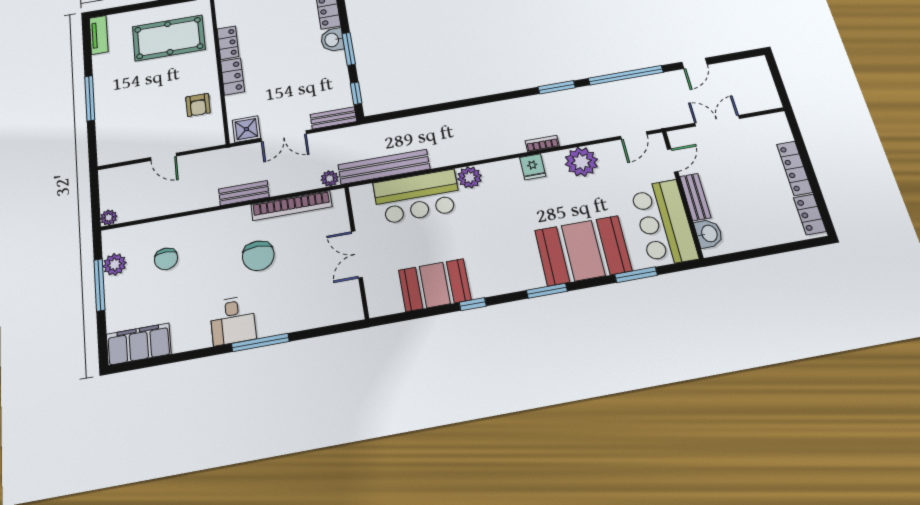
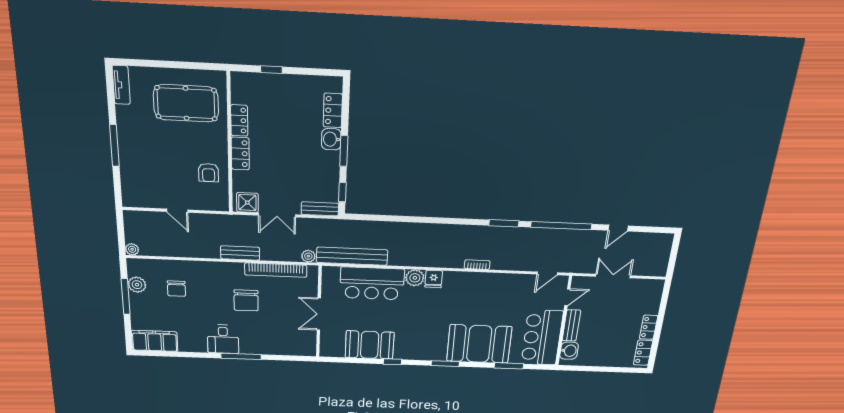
plant: (581, 162) -> (501, 284), removed
fridge: (533, 167) -> (434, 279), moved
locker: (795, 168) -> (649, 327), width x0.66

